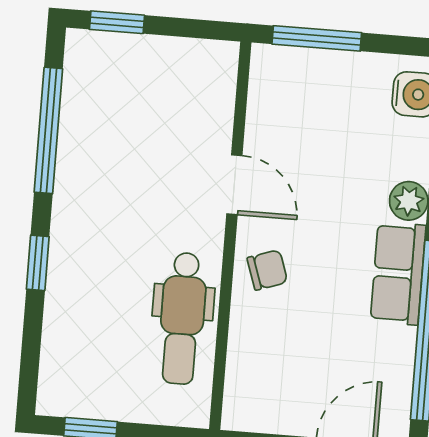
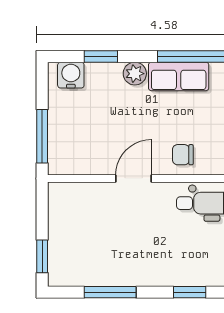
window: (48, 130) -> (110, 292), width x0.69
chair: (267, 270) -> (183, 155), turned -71

